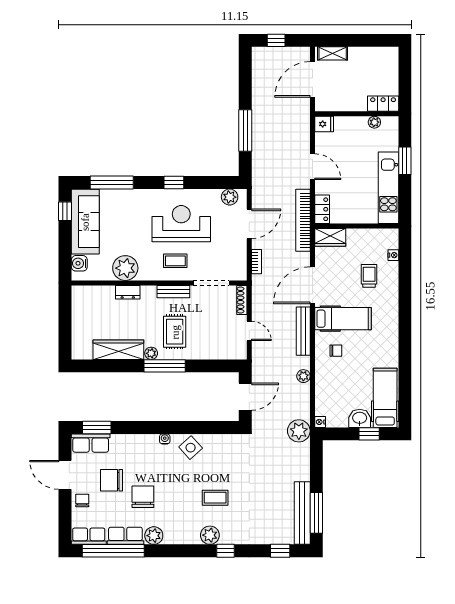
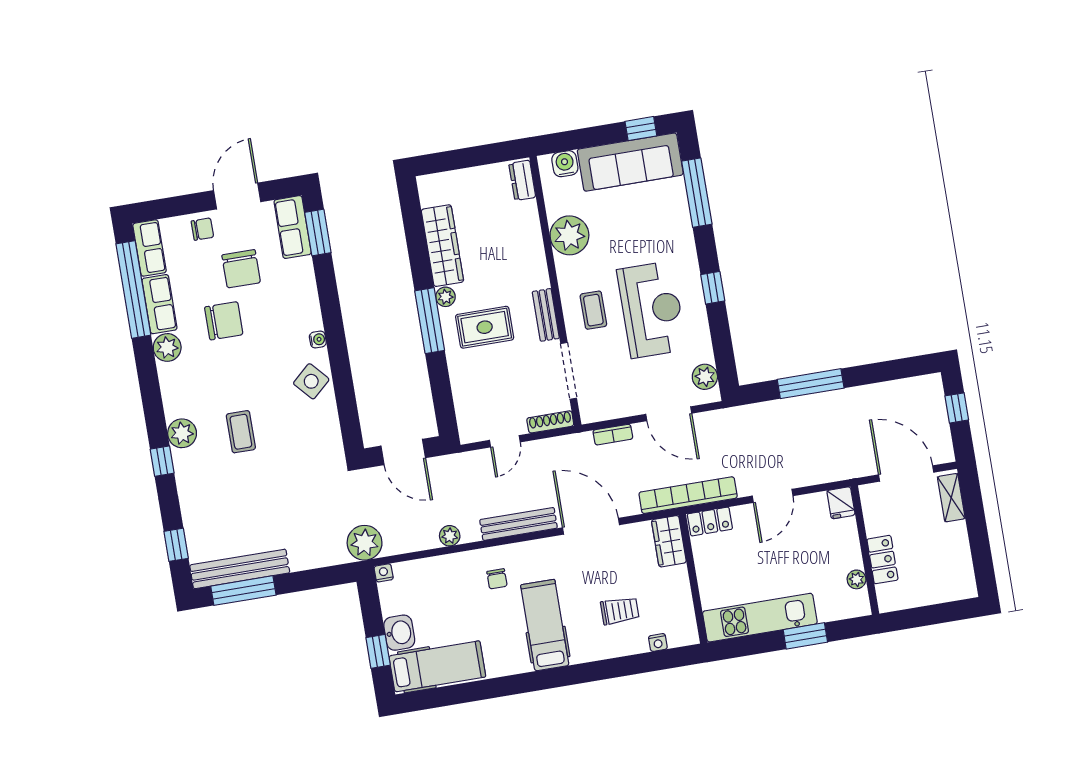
locker: (383, 104) -> (882, 560), moved
dresser: (128, 292) -> (522, 180), moved
hospital bed: (343, 319) -> (545, 625), moved, turned 180
chair: (112, 480) -> (241, 269), turned 180

